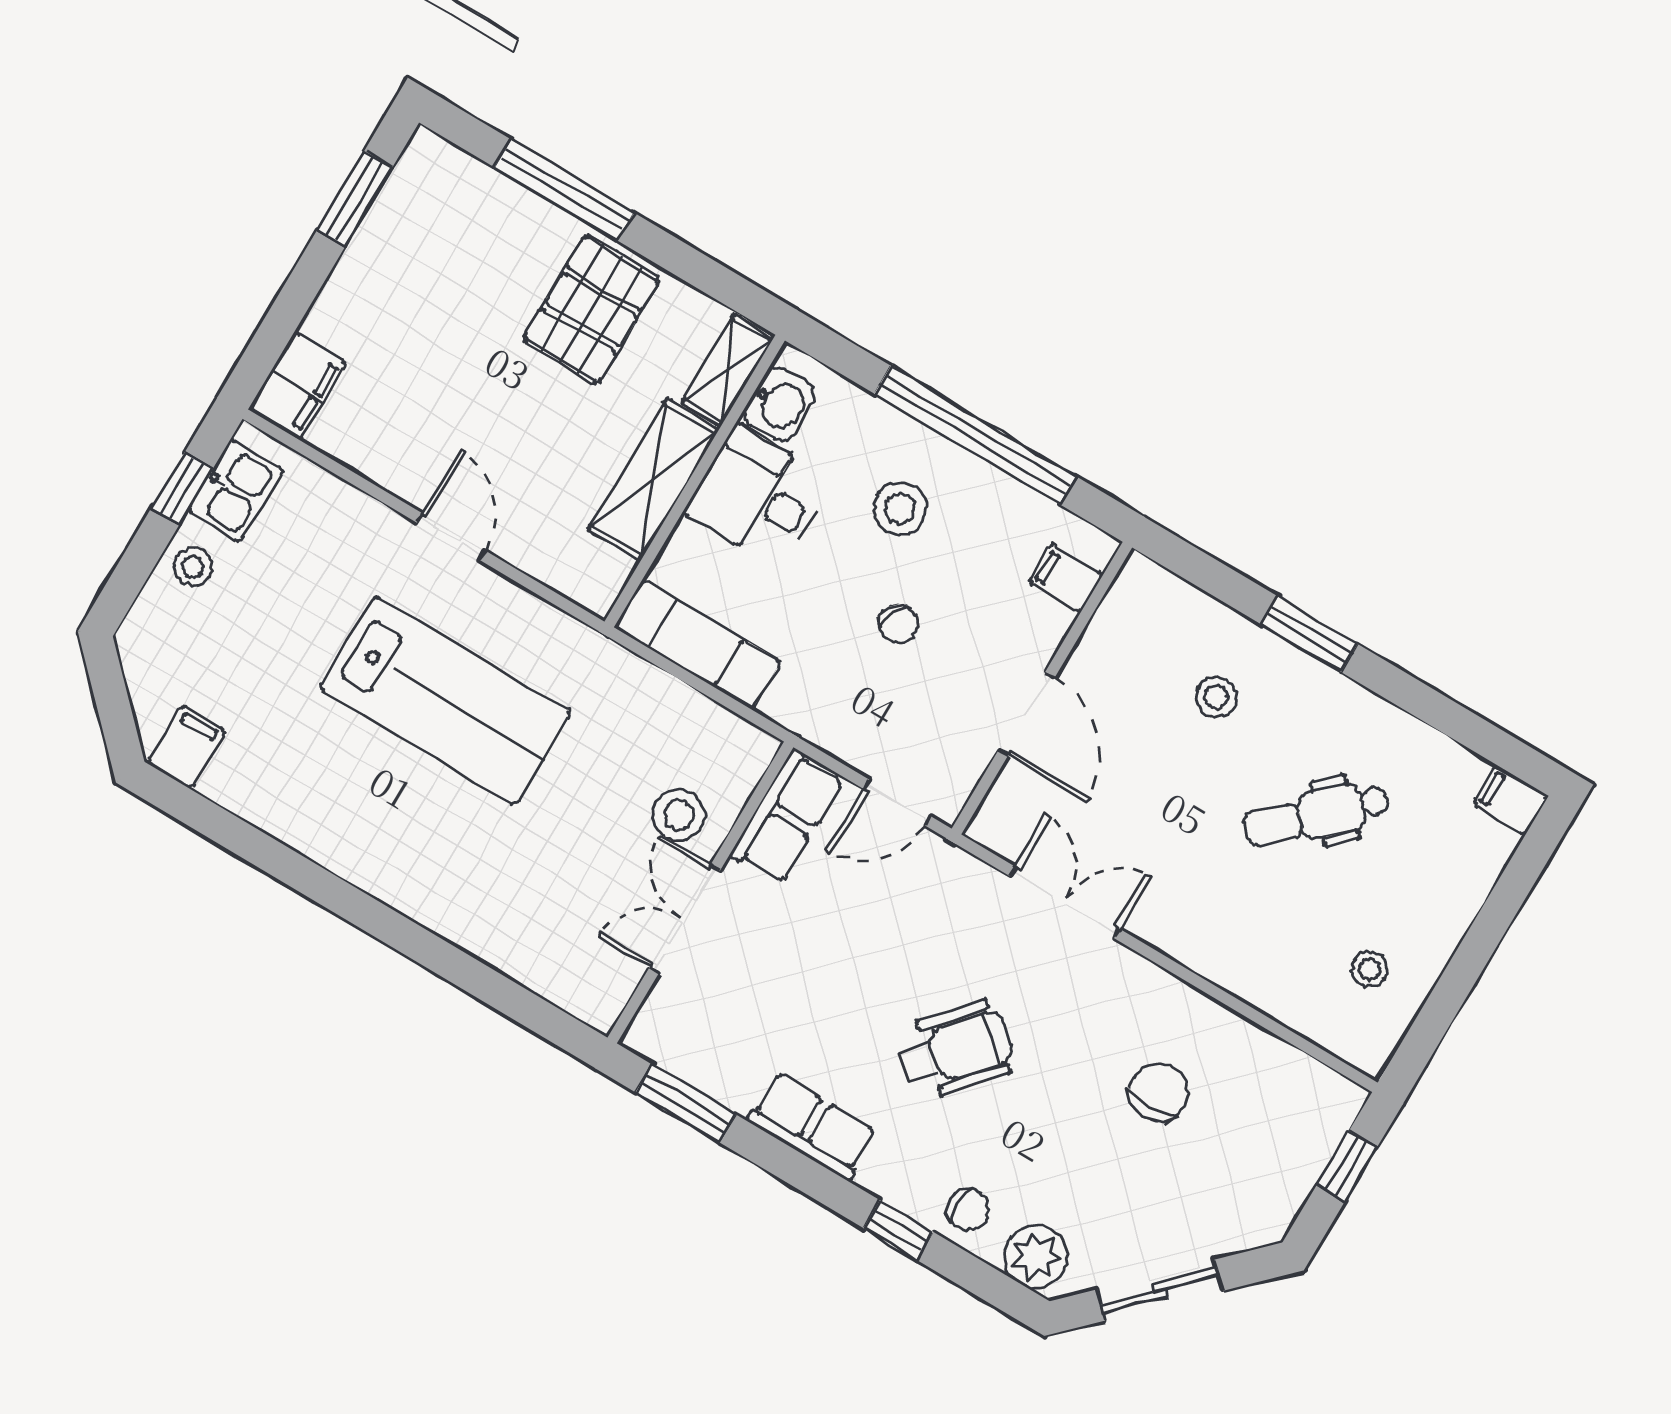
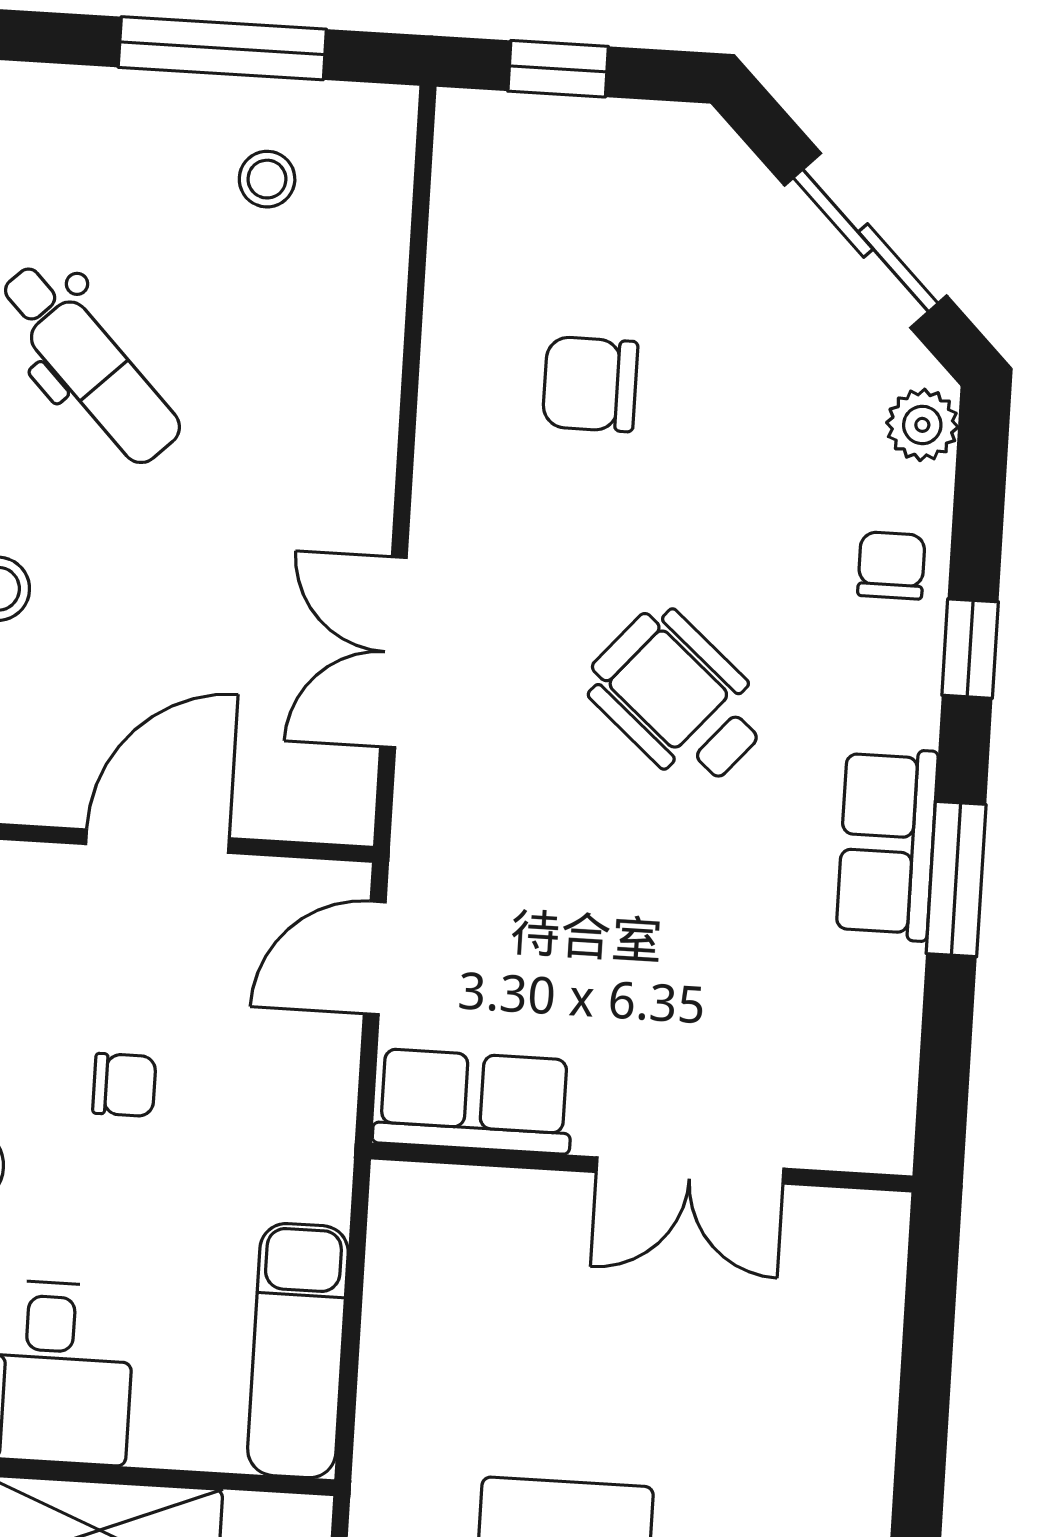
chair: (898, 624) -> (124, 1085), turned 59
door: (897, 803) -> (375, 958), swing flipped
stool: (679, 815) -> (549, 1254), removed
window: (1457, 982) -> (222, 48), added
window: (686, 1103) -> (956, 879), moved
plant: (1036, 1257) -> (922, 425), width x0.73, depth x0.73

